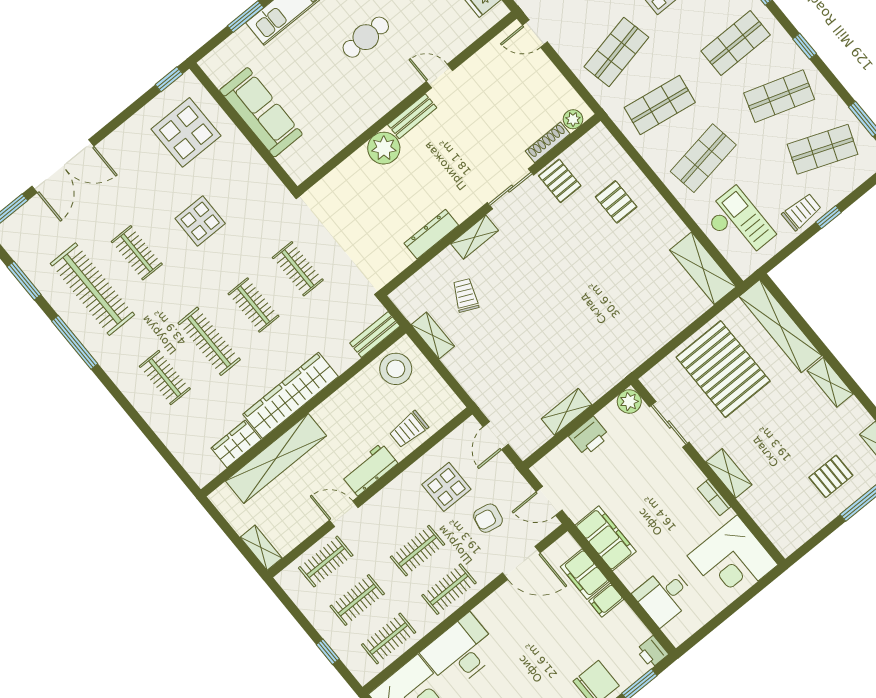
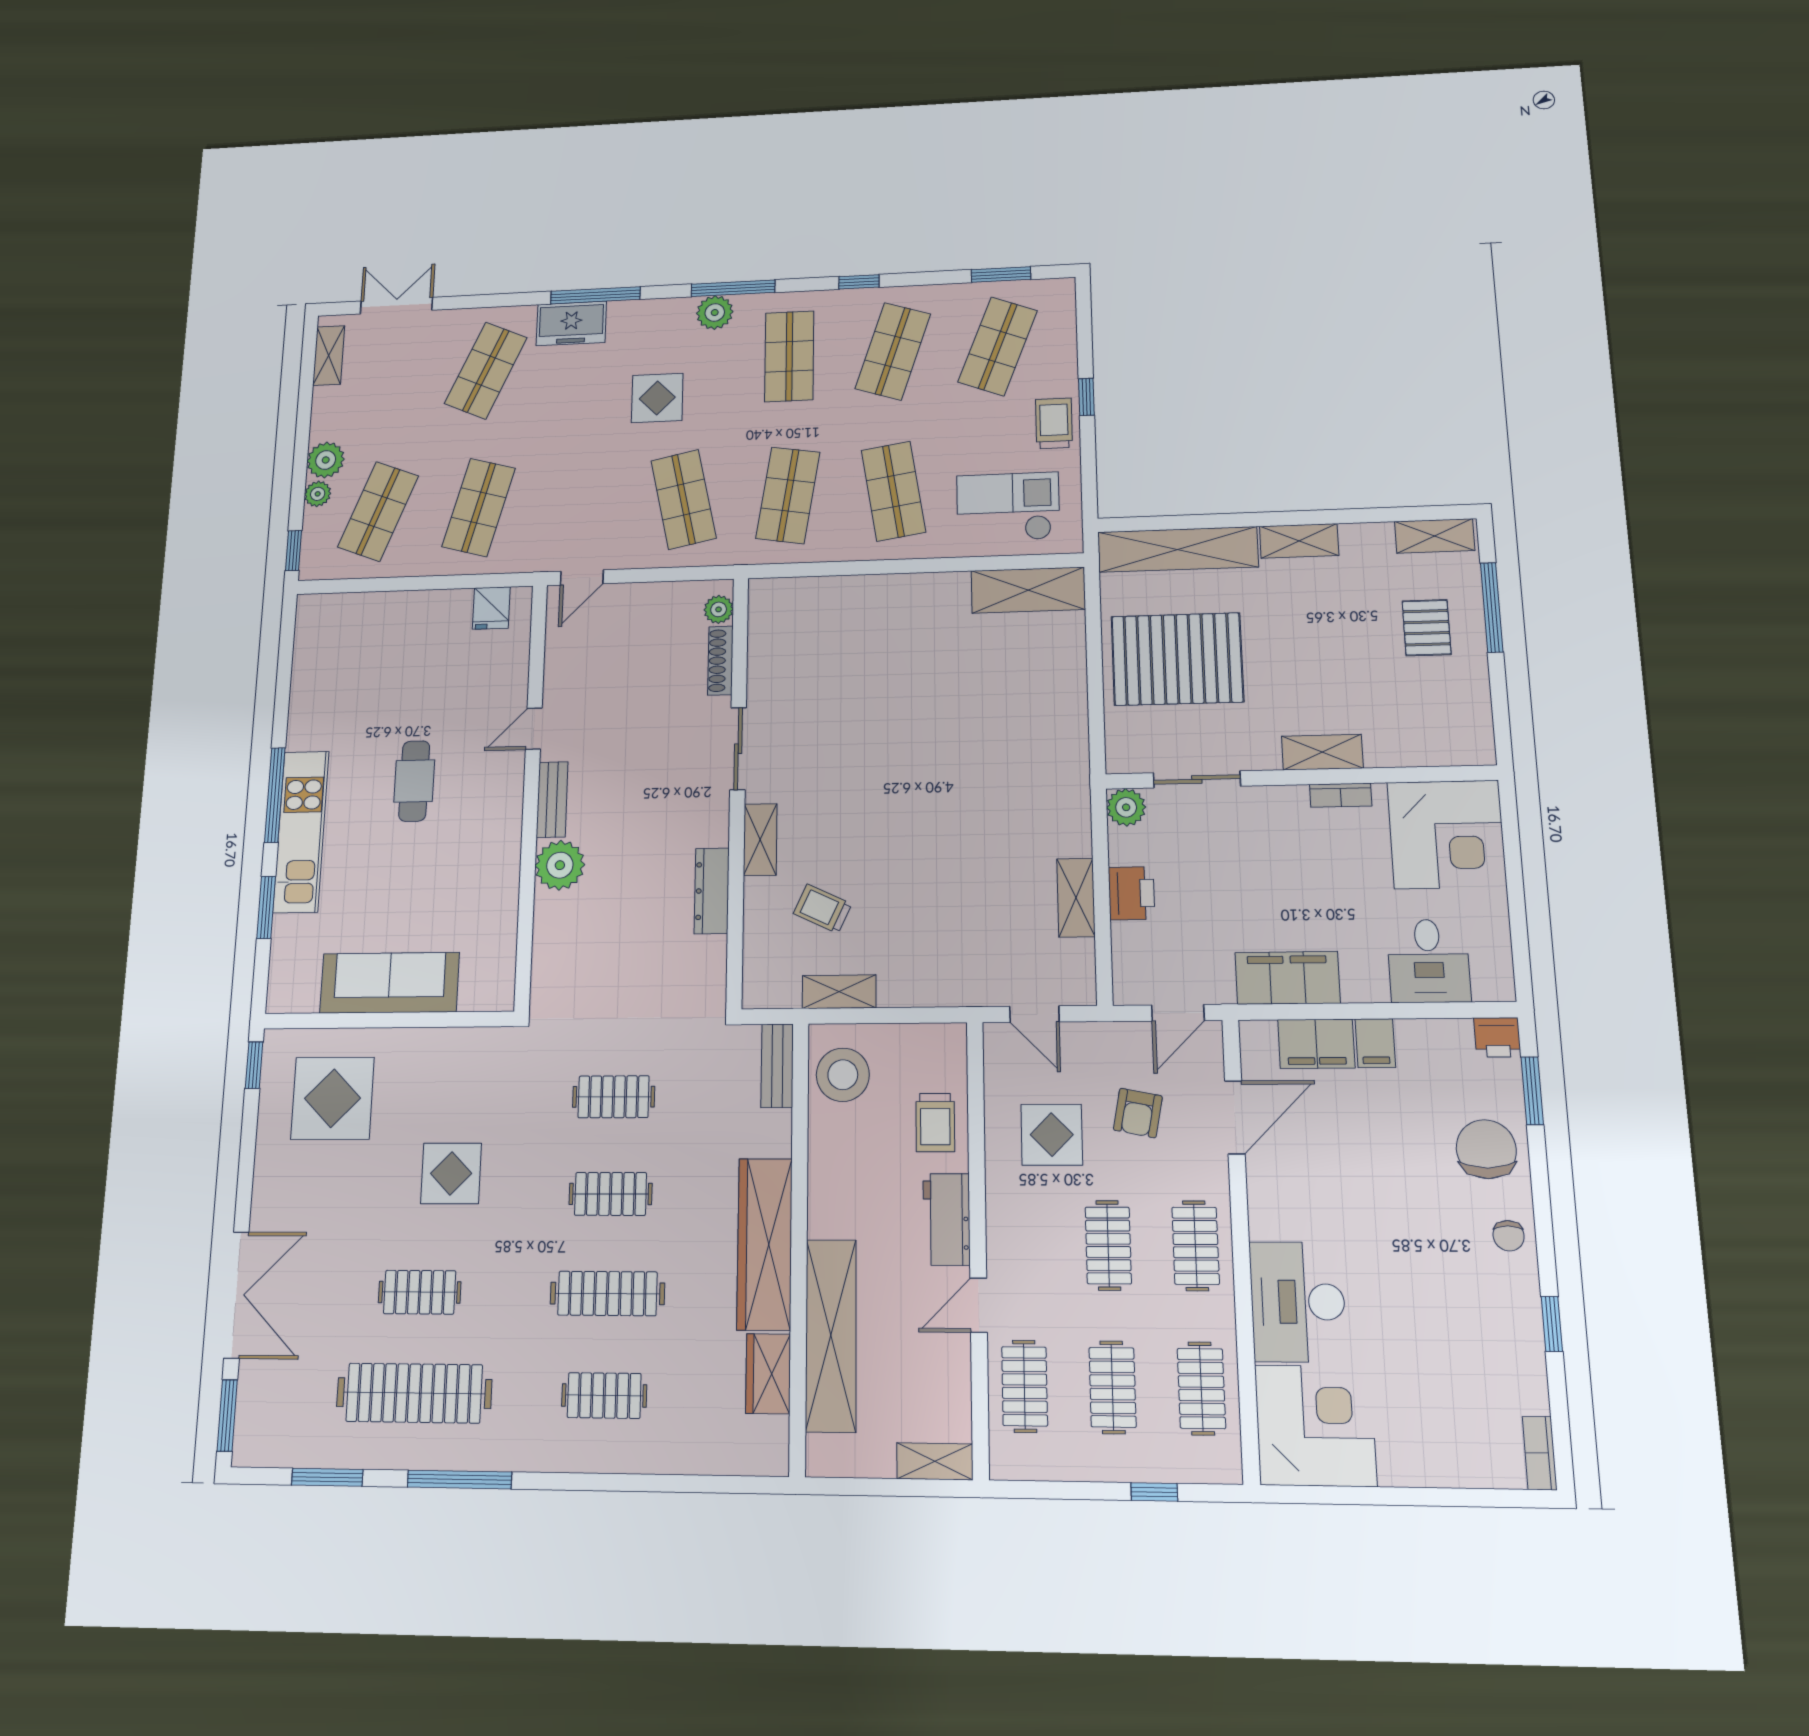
pallet: (560, 181) -> (778, 681), removed
pallet: (616, 202) -> (860, 633), removed

